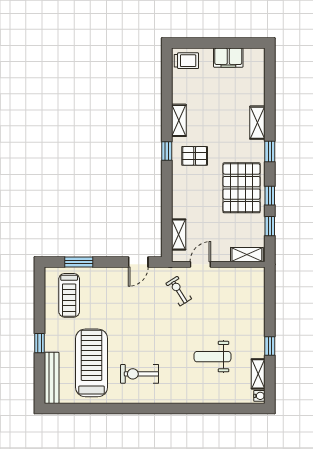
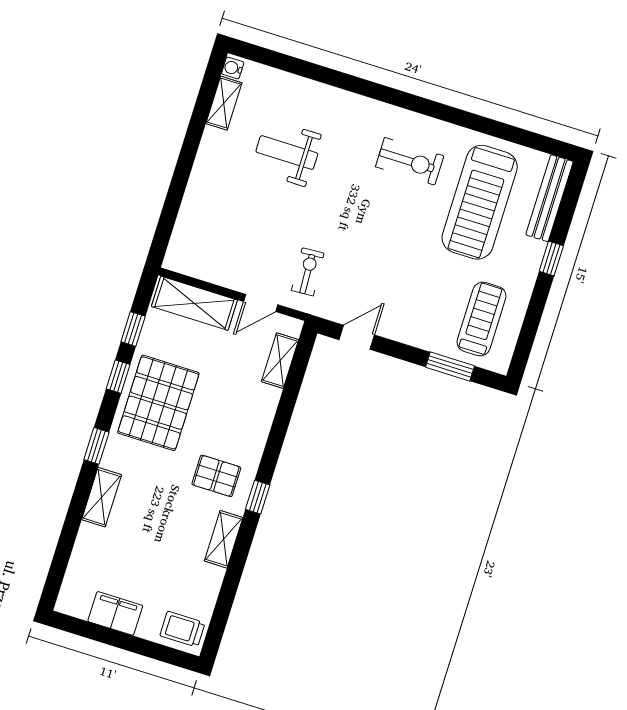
shelving: (247, 255) -> (194, 303), width x1.50, depth x1.33
exercise bike: (179, 291) -> (308, 272), turned -151
window: (270, 346) -> (192, 141), removed
weight bench: (213, 357) -> (287, 153), turned 180

